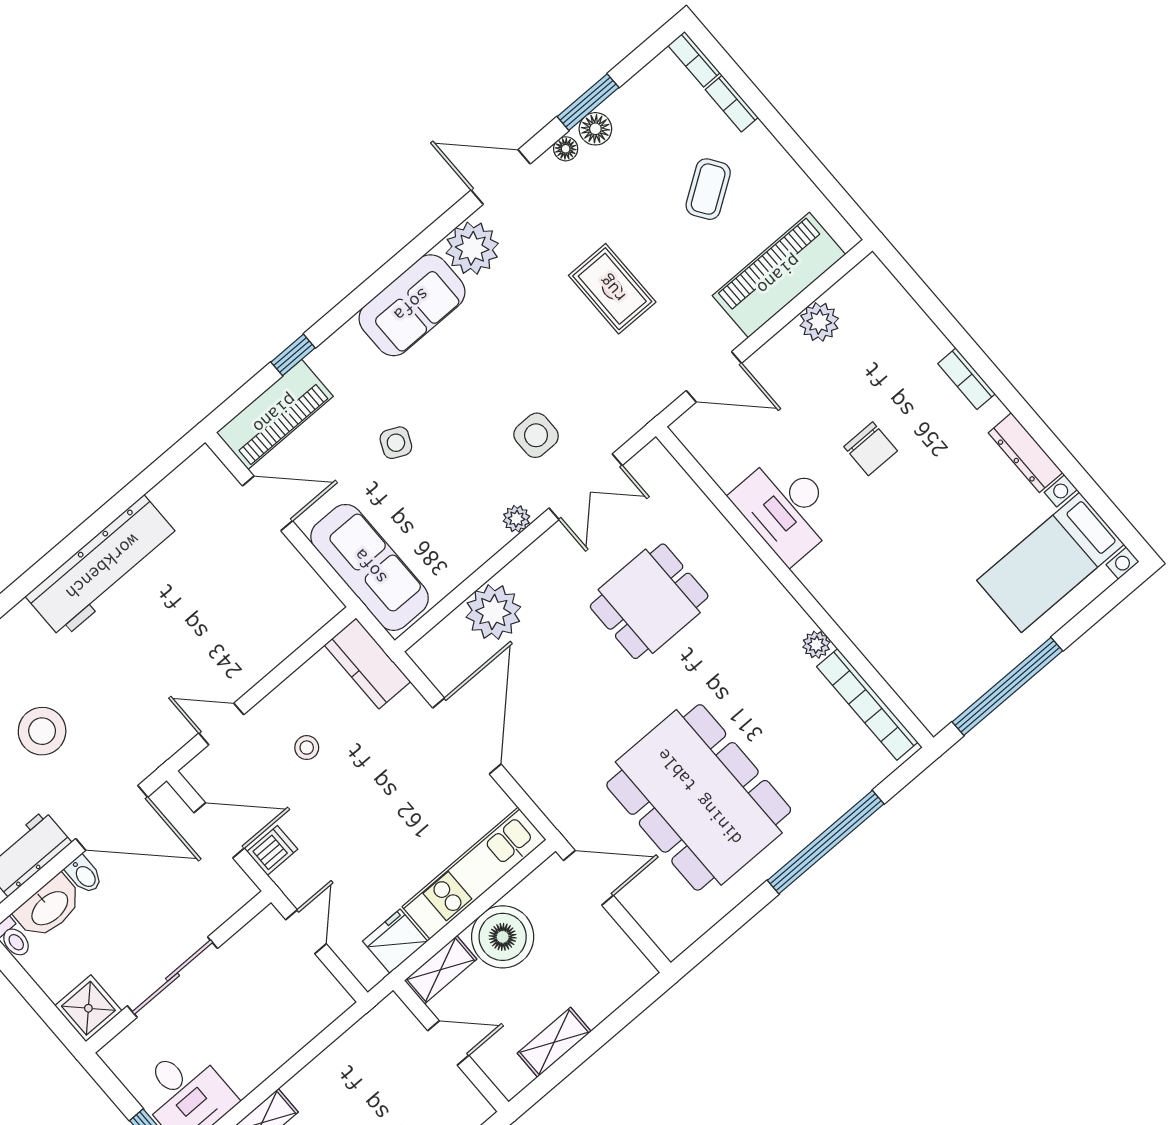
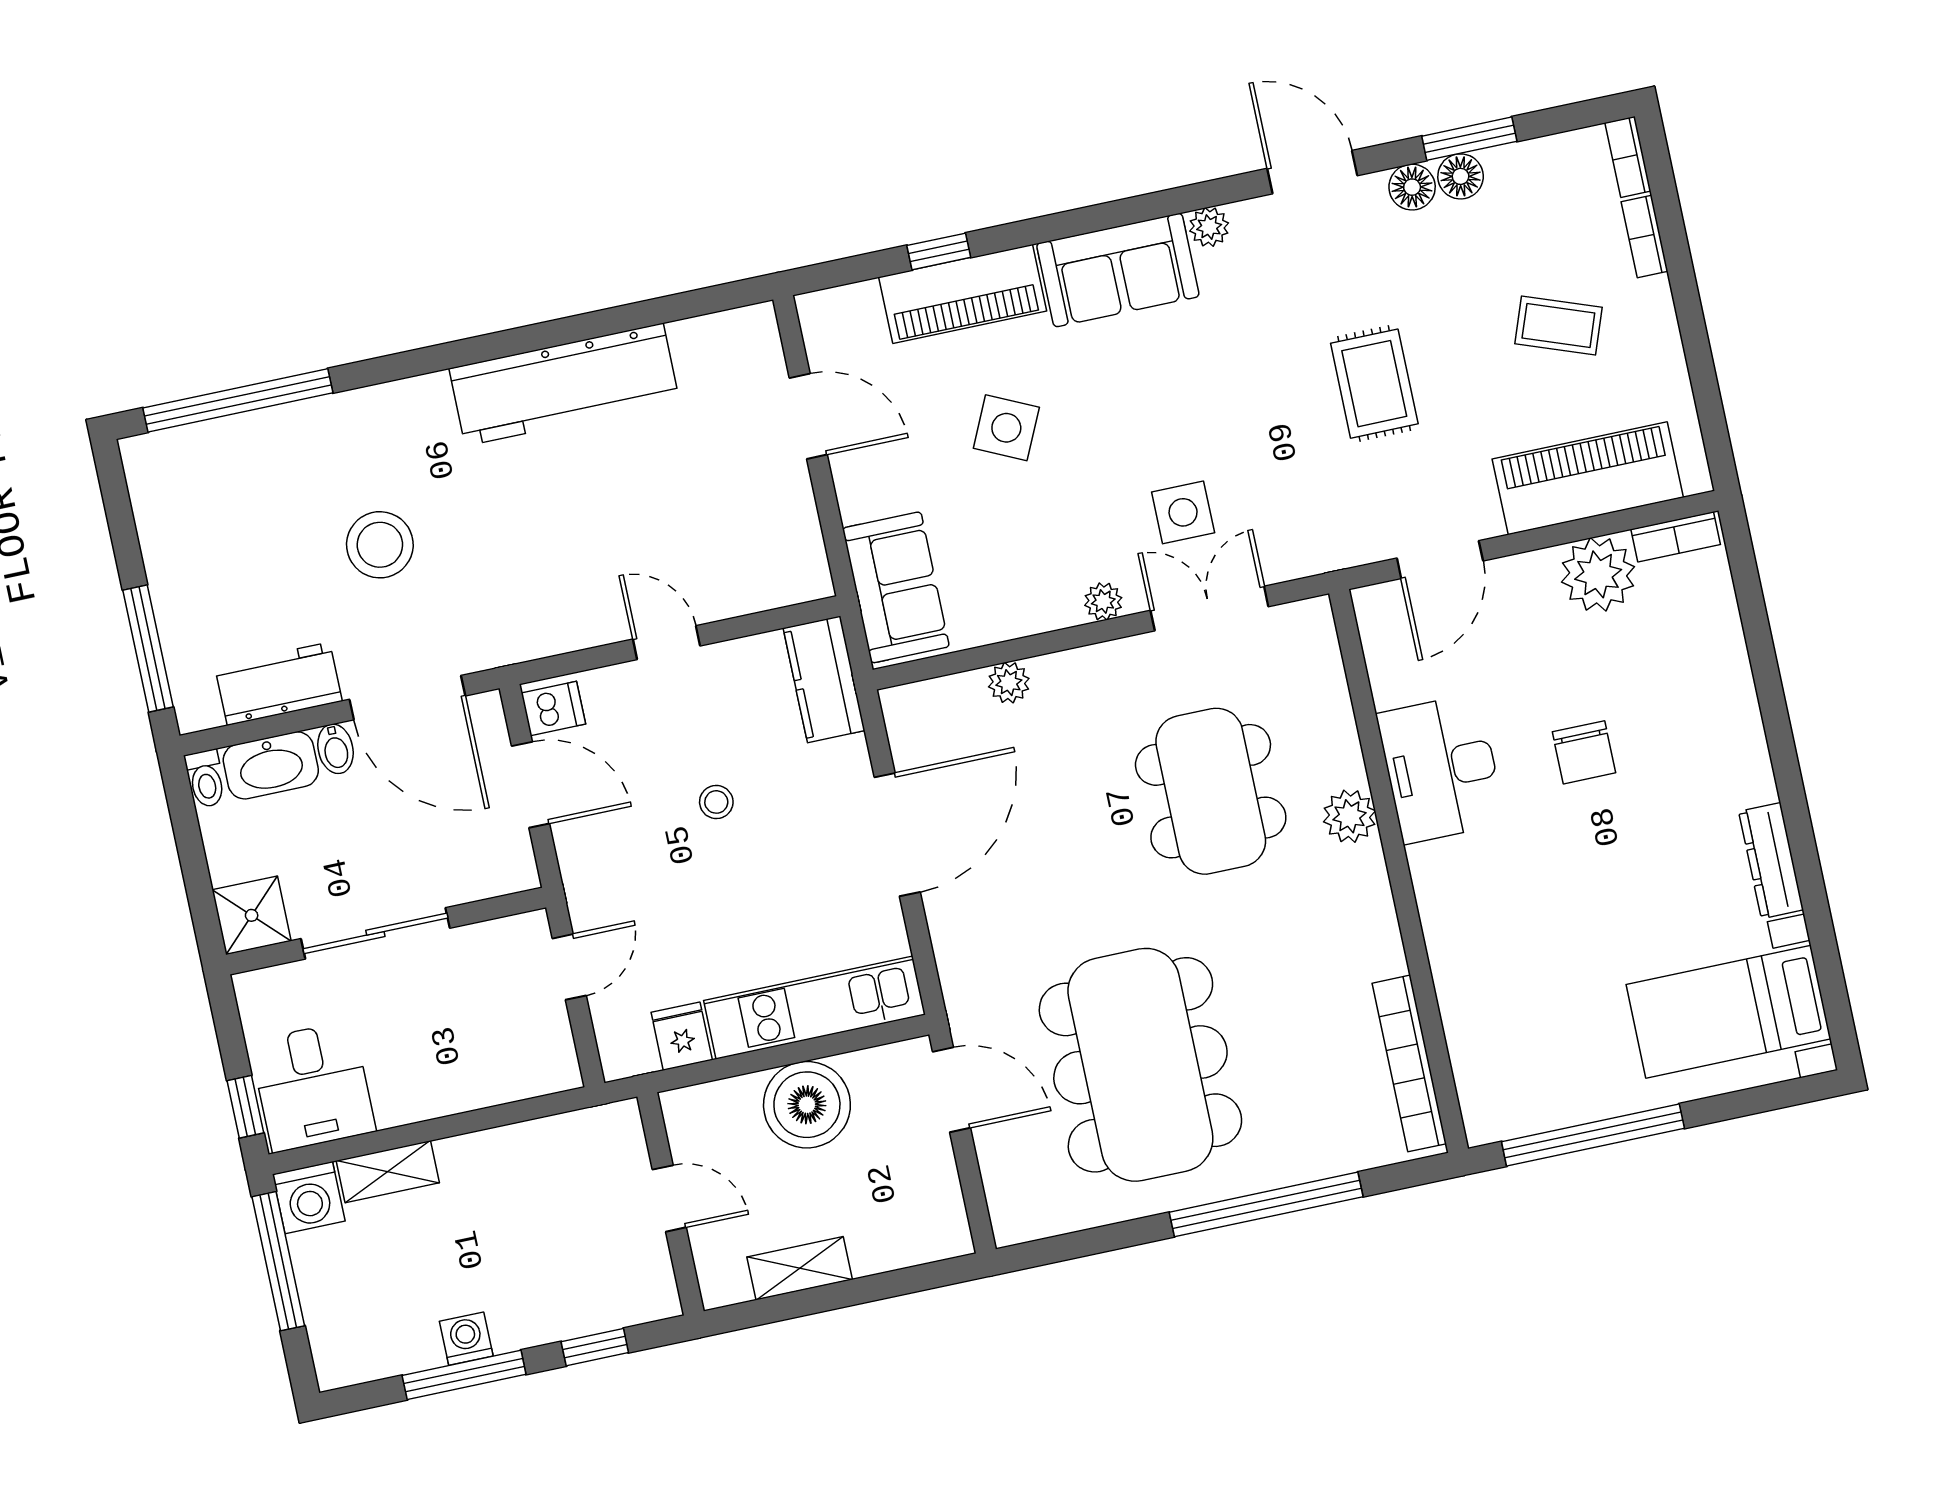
floor lamp: (566, 149) -> (1412, 187), width x1.37, depth x1.37
coffee table: (708, 189) -> (1558, 326), turned 54
plant: (472, 248) -> (1209, 227), width x0.53, depth x0.53
plant: (819, 322) -> (1598, 574), width x1.36, depth x1.36
door: (714, 377) -> (1440, 560), hinge flipped
bookcase: (966, 379) -> (1676, 537), moved, turned -90
piano: (275, 414) -> (963, 294), moved
side table: (396, 443) -> (1006, 428), width x1.37, depth x1.37
double door: (586, 487) -> (1209, 609), swing flipped
sofa: (370, 567) -> (896, 587), width x0.73
dining table: (649, 601) -> (1211, 791), width x1.38
plant: (493, 612) -> (1009, 683), width x0.53, depth x0.53
plant: (816, 645) -> (1349, 816), moved, width x1.38, depth x1.38
door: (221, 724) -> (666, 643), moved
stool: (307, 748) -> (716, 802), moved
dishwasher: (272, 850) -> (553, 709), moved
fridge: (395, 941) -> (682, 1036), width x0.72
shelving: (441, 970) -> (709, 1104), removed

